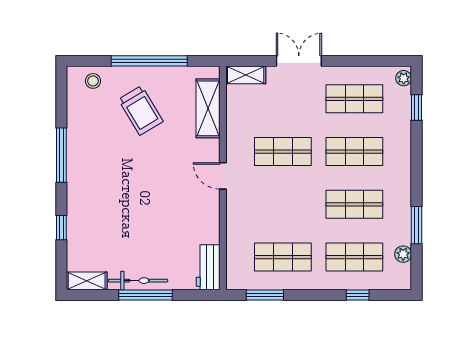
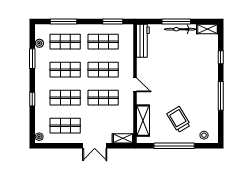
window: (416, 107) -> (32, 99), moved
shop shelf: (283, 204) -> (103, 70), added
workbench: (208, 267) -> (143, 41), width x1.38
window: (358, 295) -> (64, 22), width x2.17

